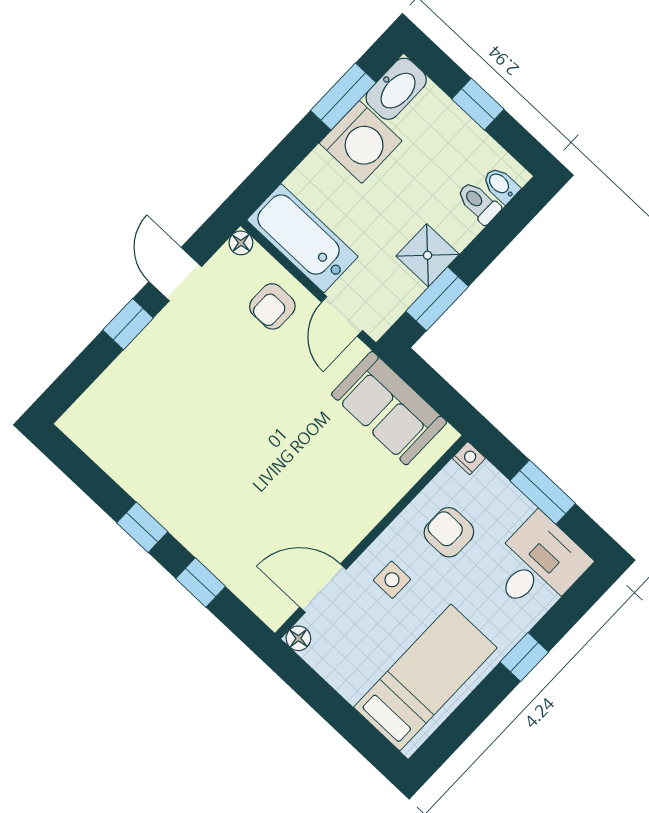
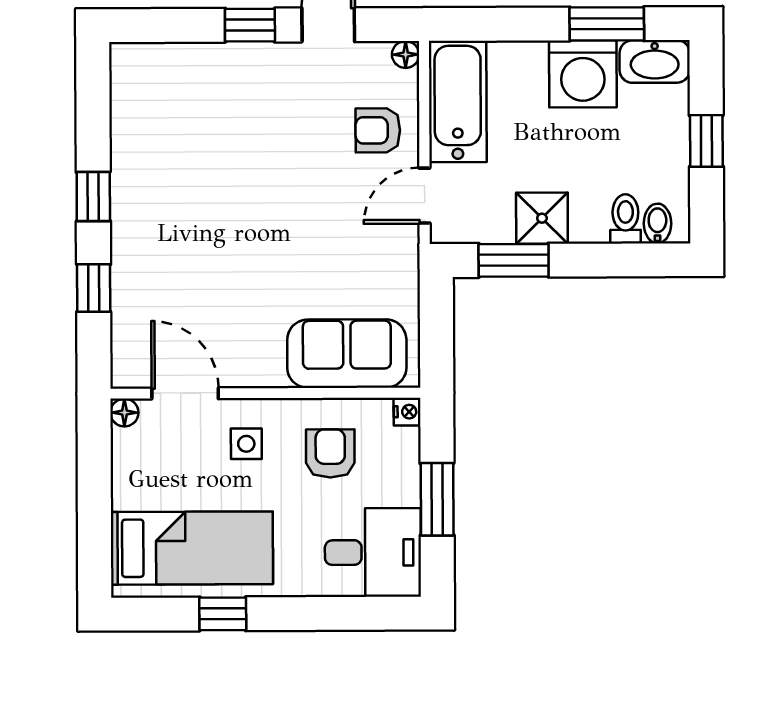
sofa: (389, 408) -> (347, 354), moved, turned 90
window: (524, 657) -> (223, 614), moved

